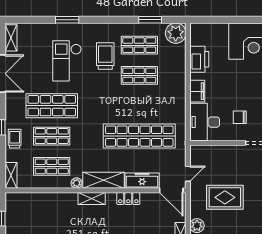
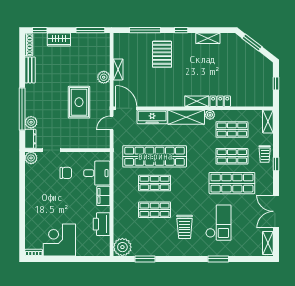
shop shelf: (139, 45) -> (155, 183), moved
desk: (205, 122) -> (97, 173), width x0.73
rug: (225, 197) -> (79, 102), turned 90
locker: (128, 198) -> (220, 101), moved

